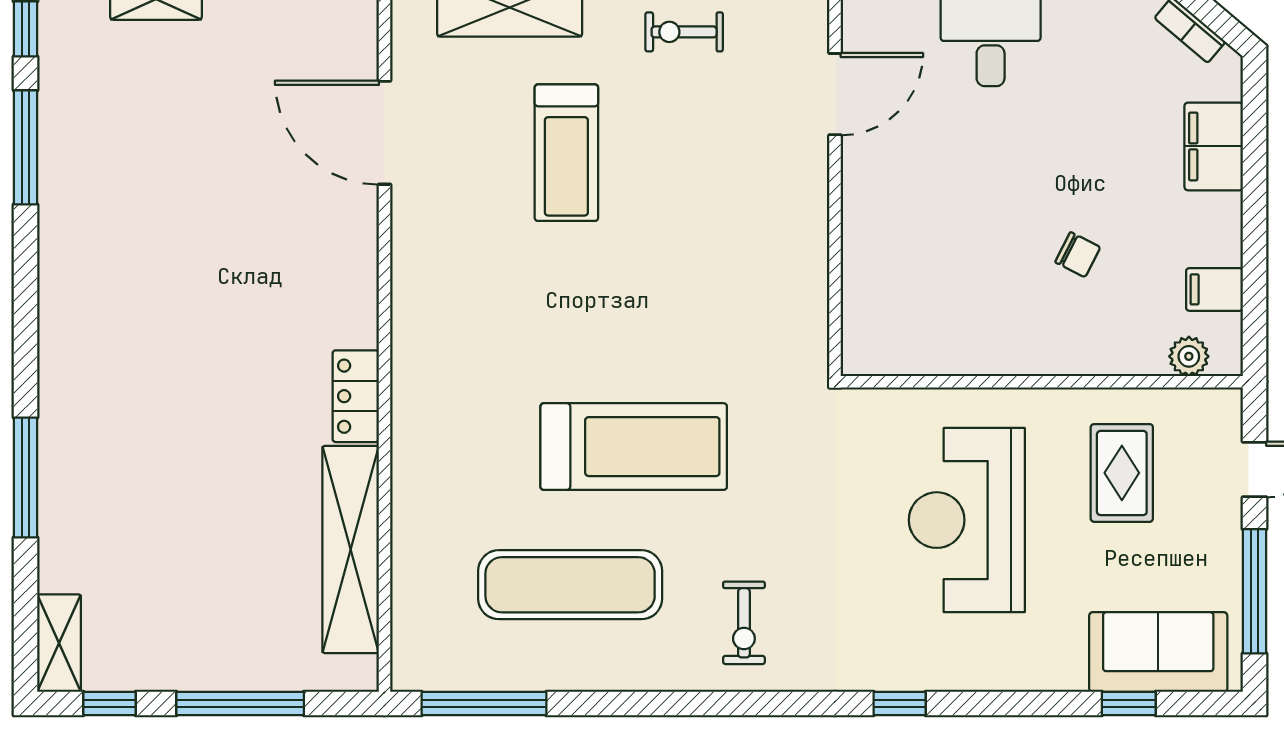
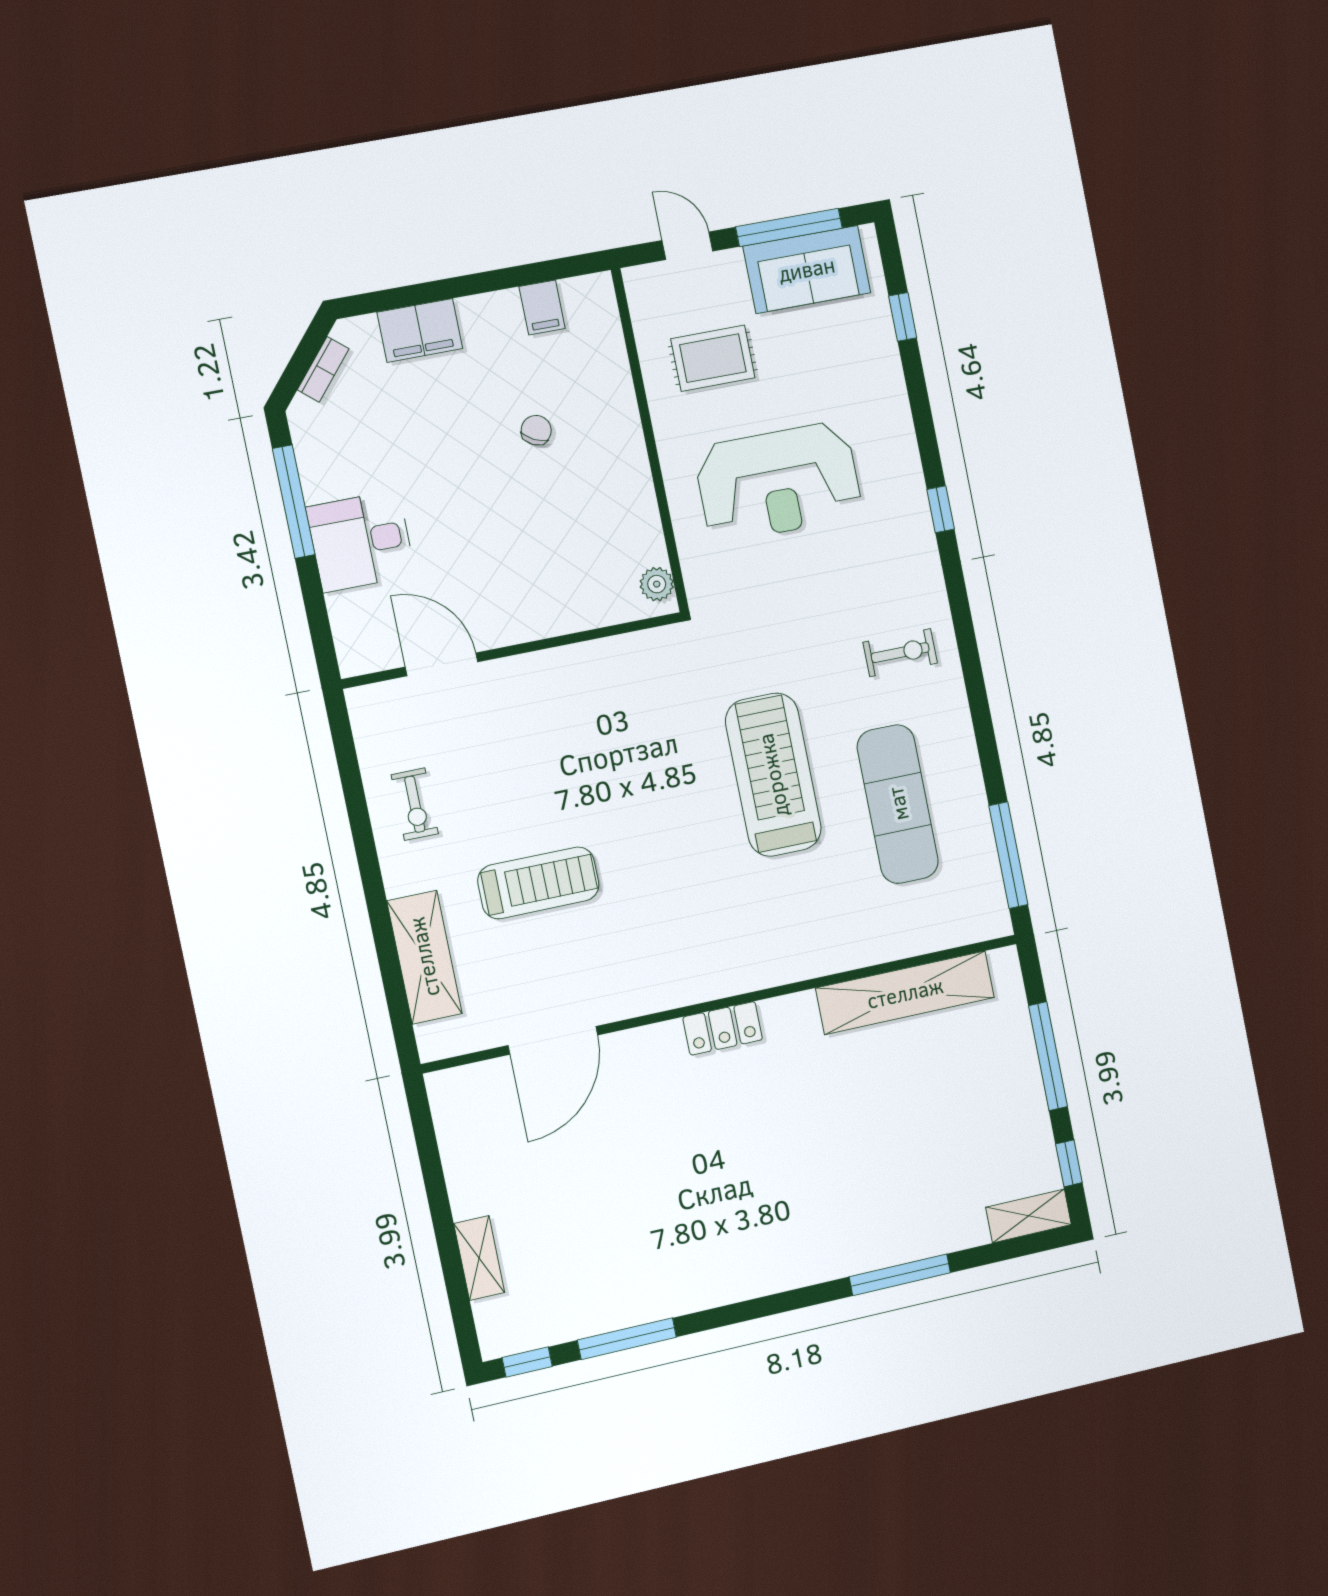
plant: (1189, 356) -> (657, 584), moved
locker: (356, 396) -> (723, 1028), moved
sofa: (1158, 652) -> (807, 269), moved, turned -90

